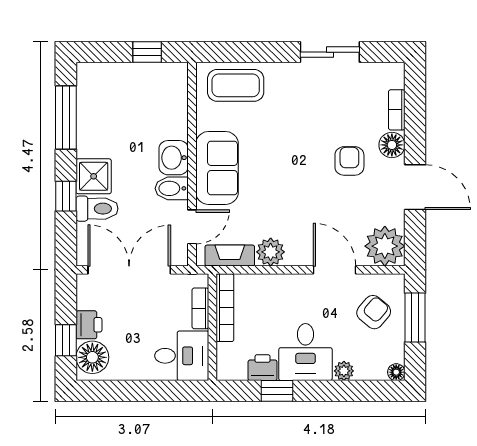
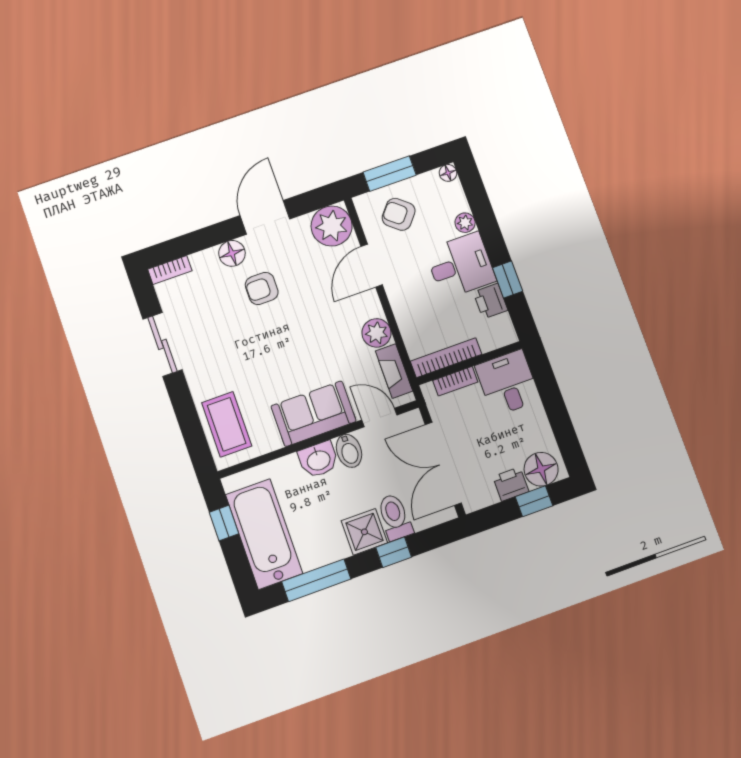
bathtub: (124, 85) -> (264, 534), added
bookcase: (397, 110) -> (170, 270), moved

